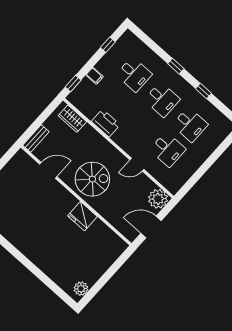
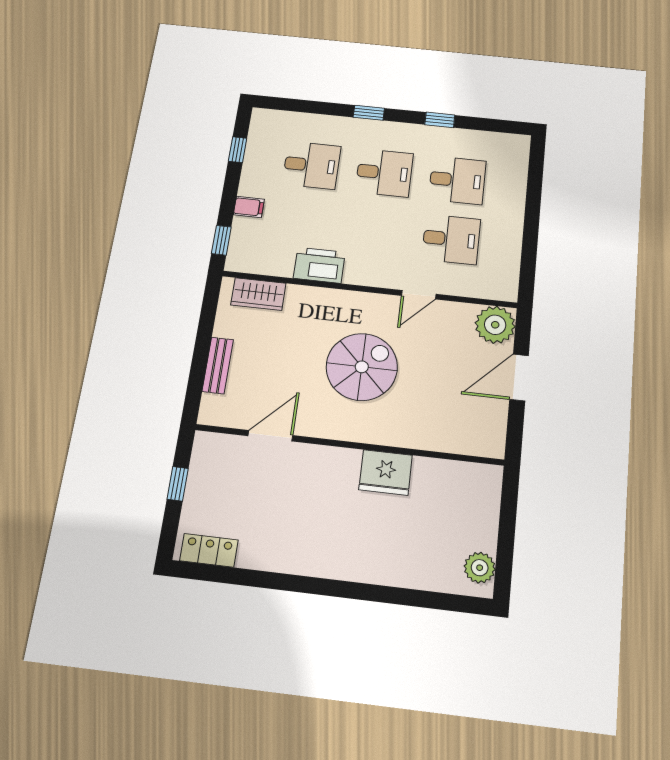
door: (48, 170) -> (270, 436), moved
wall: (76, 195) -> (349, 445), moved
fridge: (82, 216) -> (386, 472), moved

